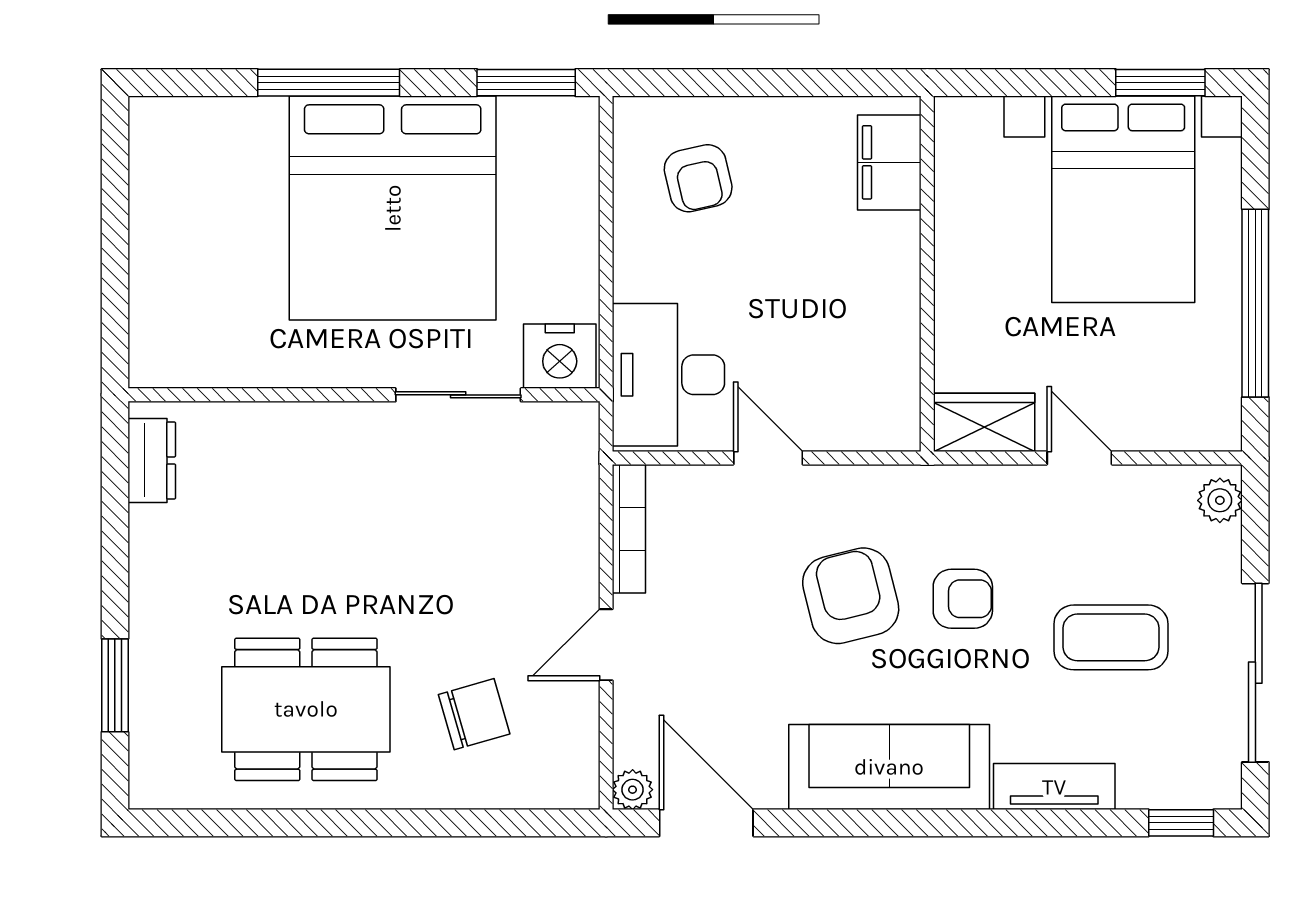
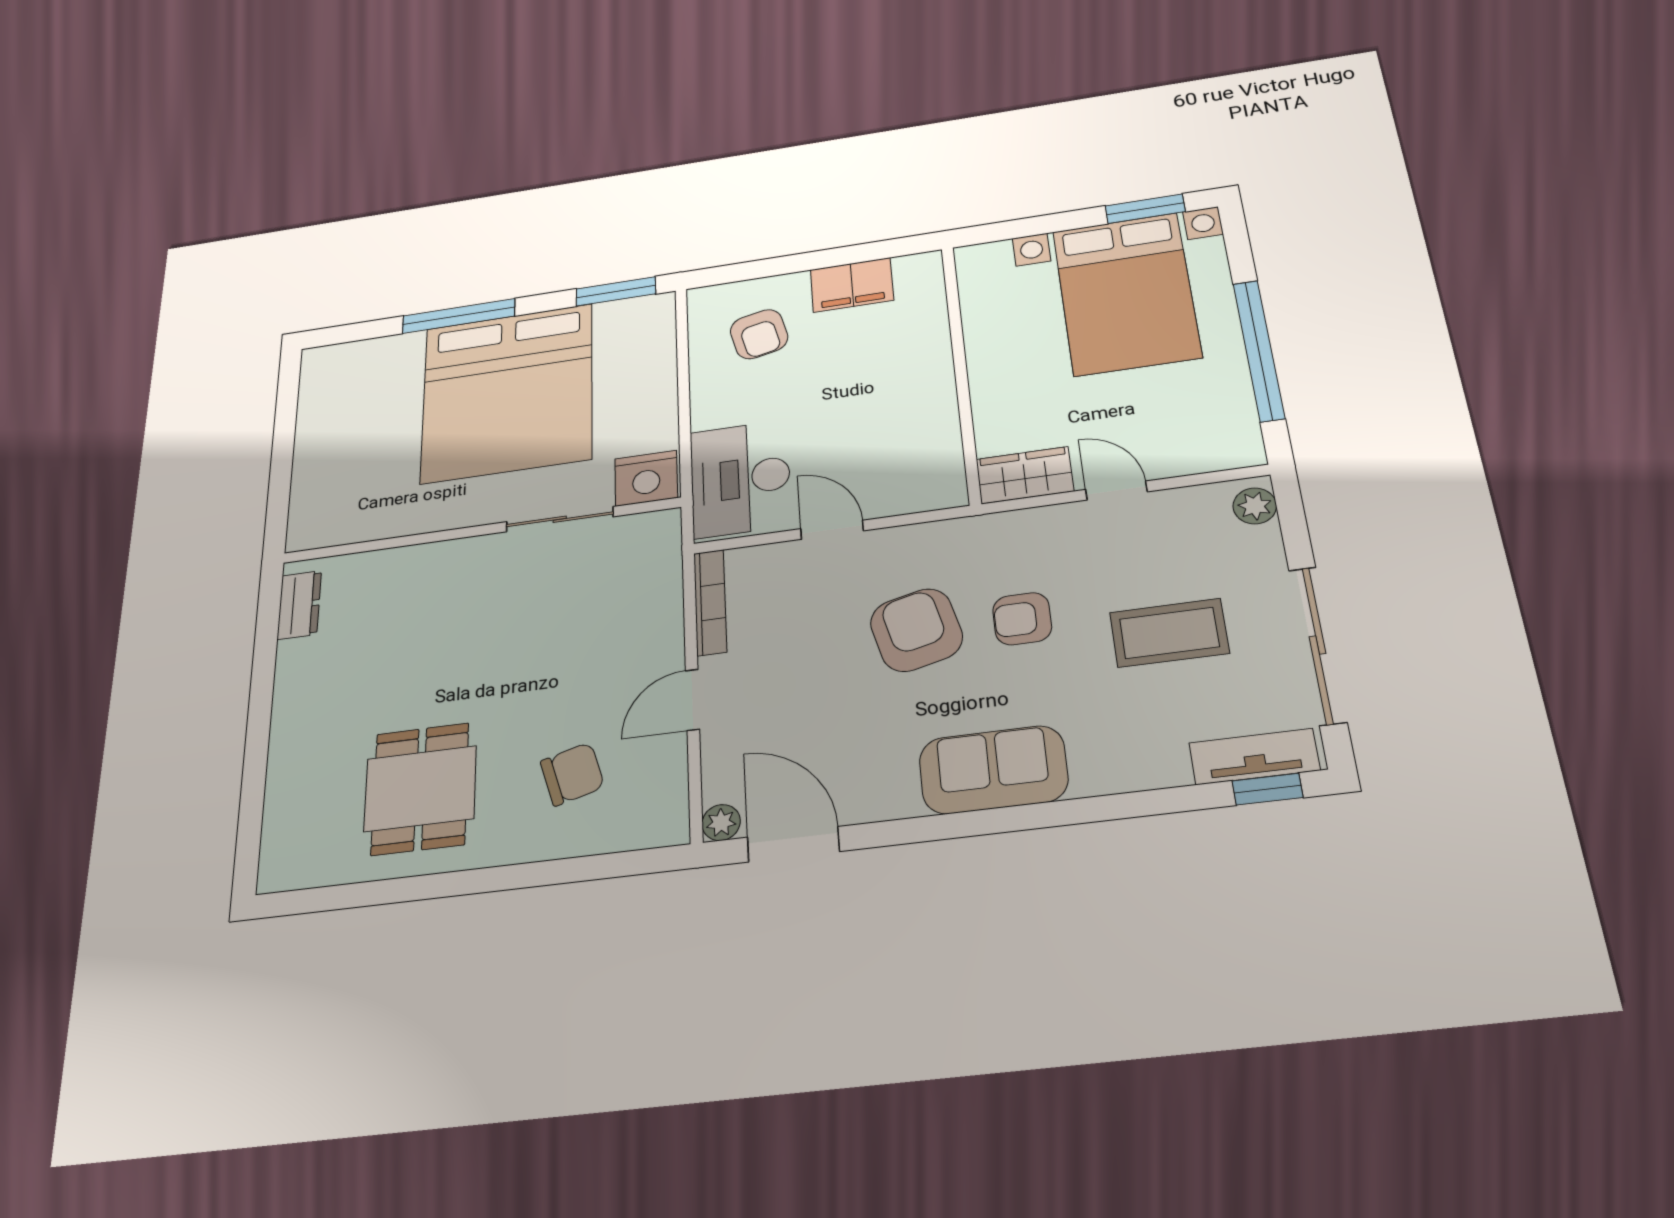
filing cabinet: (889, 162) -> (852, 285), moved, turned -90
armchair: (963, 599) -> (1022, 619), turned 180
window: (115, 685) -> (253, 789), removed
dining table: (306, 709) -> (420, 789), width x0.73
sofa: (889, 767) -> (993, 770), width x0.73
tv unit: (1054, 787) -> (1254, 756), moved

